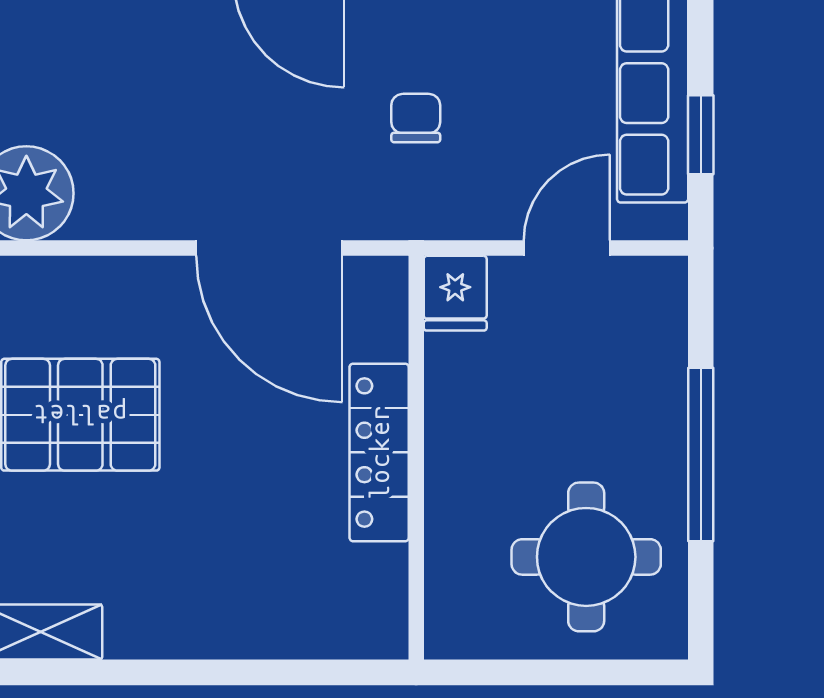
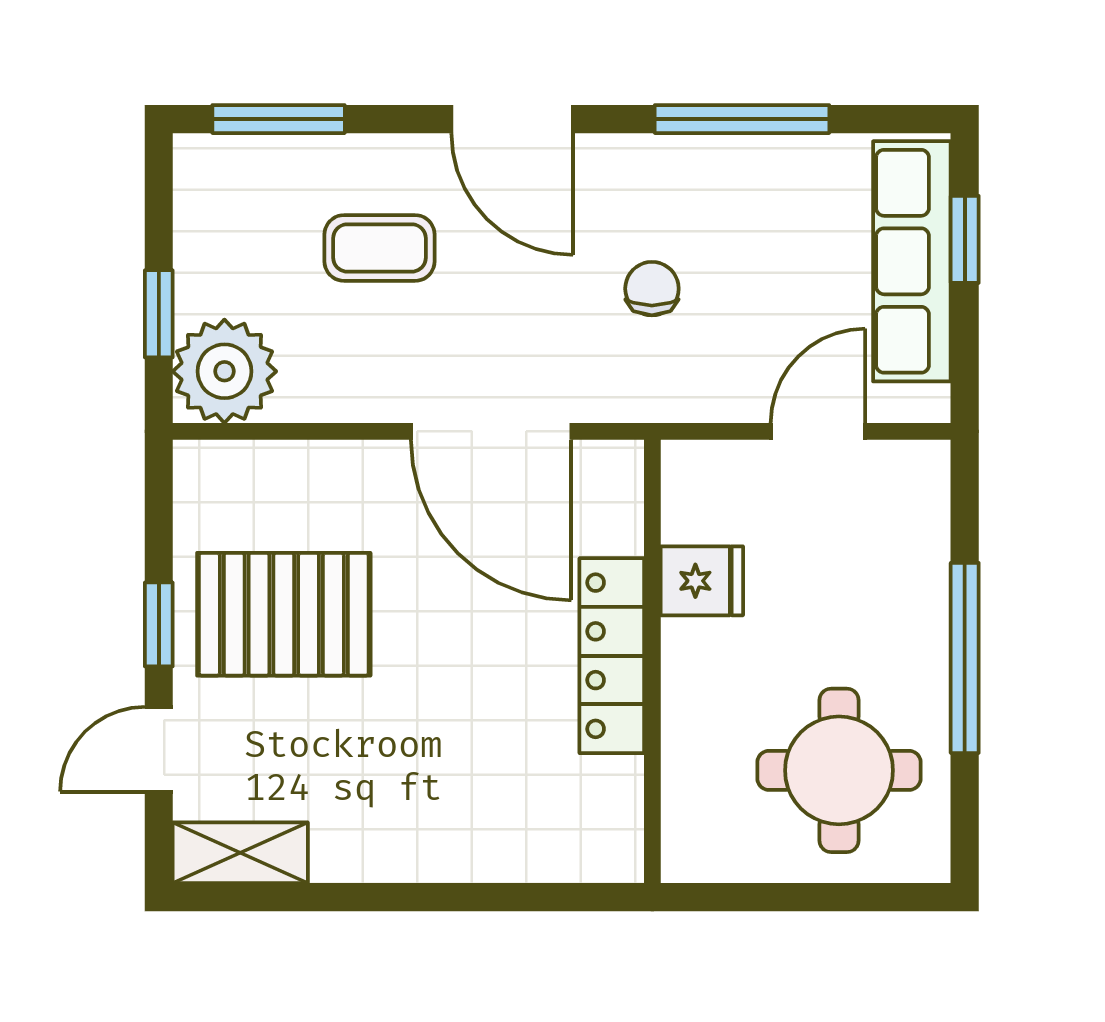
coffee table: (168, 81) -> (380, 248), added
window: (701, 135) -> (965, 239), moved
fridge: (455, 293) -> (702, 581), moved, turned -90

